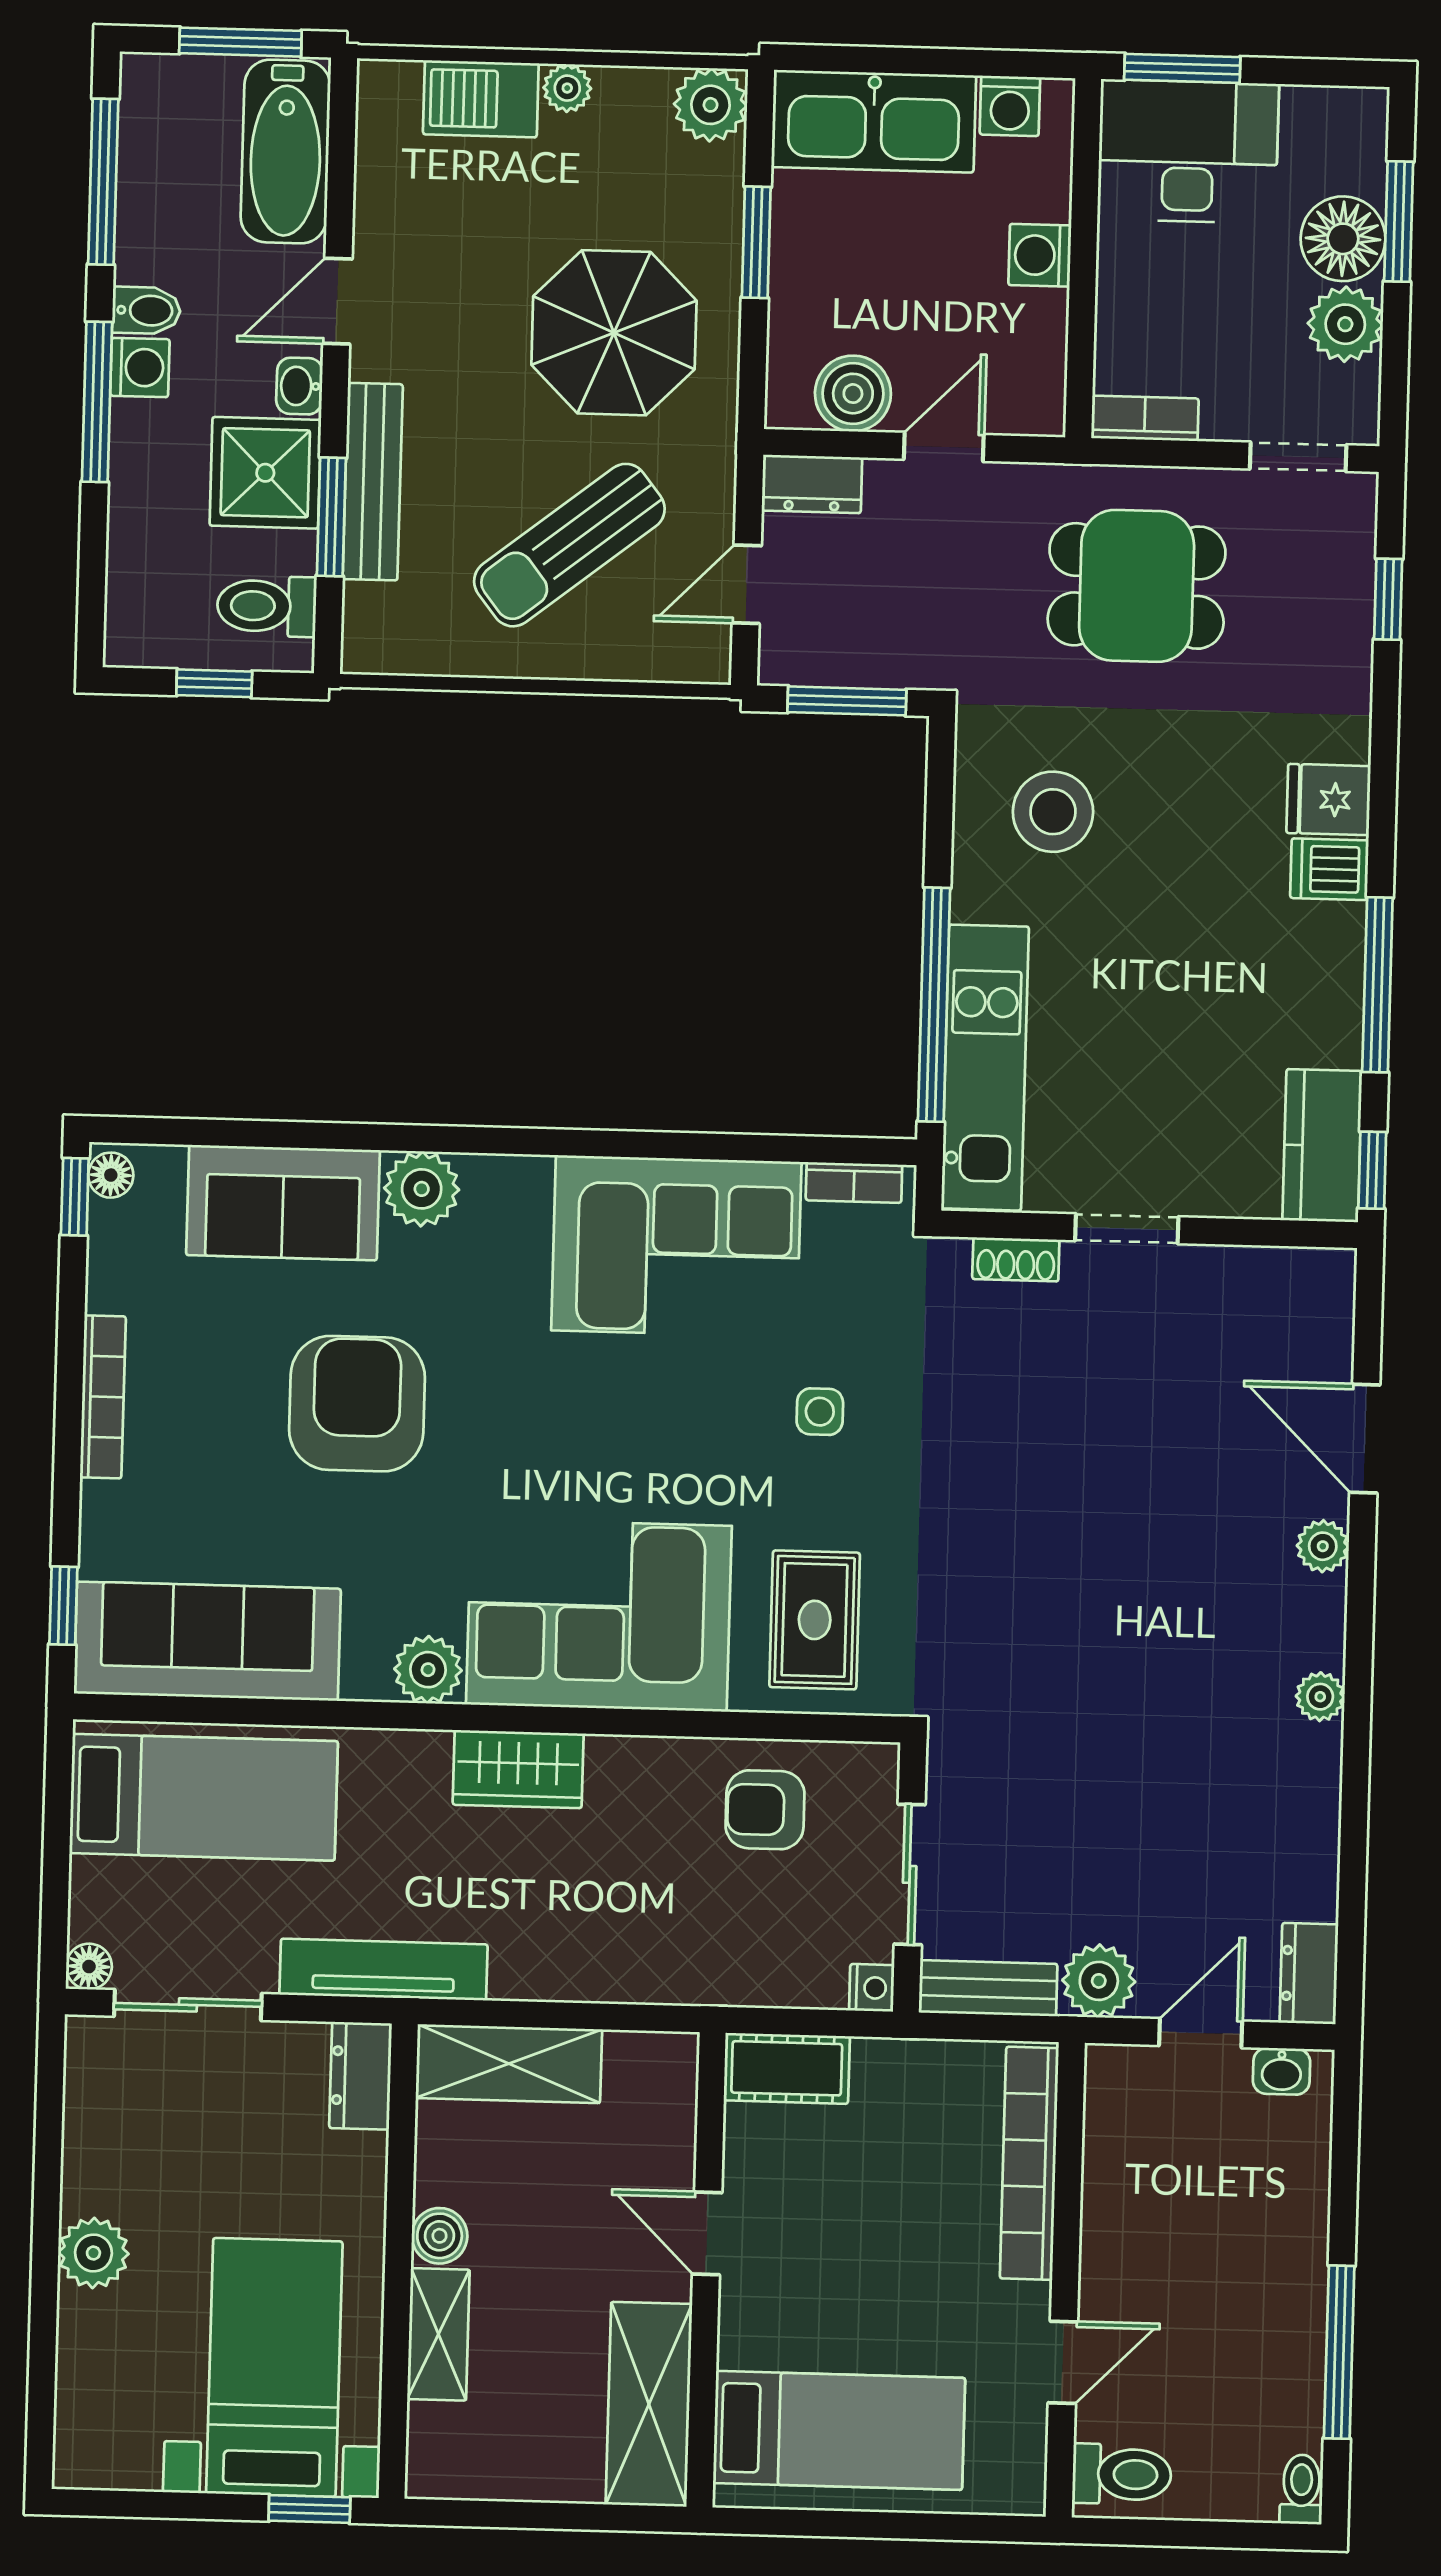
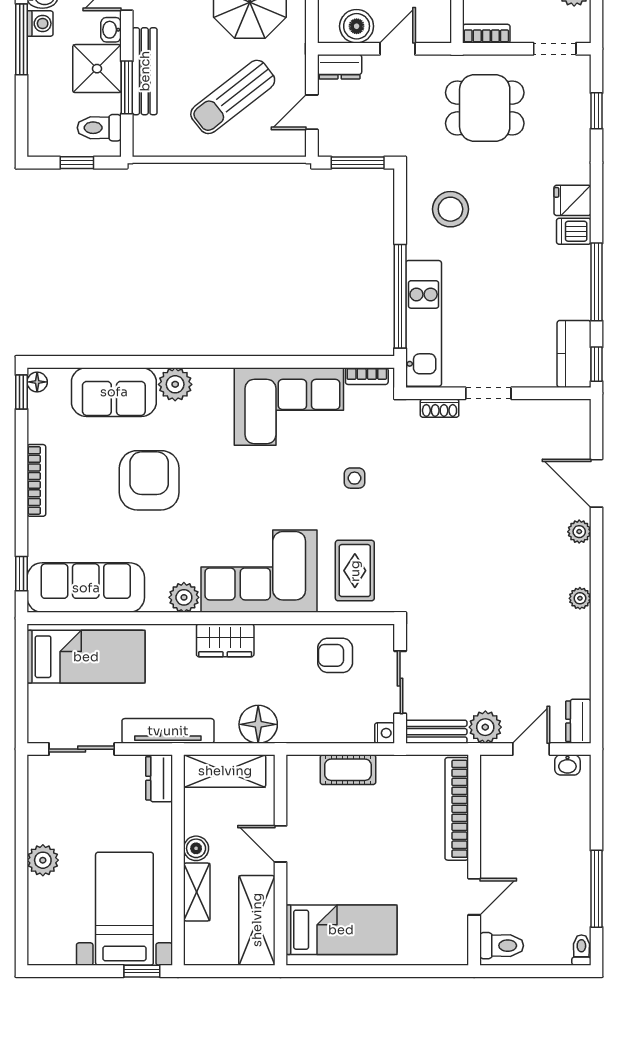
floor lamp: (89, 1966) -> (258, 724), moved, width x1.89, depth x1.89
door: (707, 2233) -> (281, 844), moved
wall: (706, 2270) -> (281, 860), moved
shelving: (649, 2404) -> (257, 920), moved
bed: (839, 2430) -> (341, 930), moved

